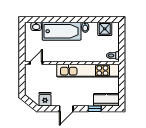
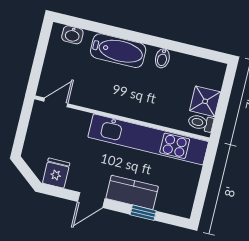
shower: (105, 29) -> (205, 101), moved
bathtub: (62, 31) -> (118, 51), width x0.73, depth x0.73
kitchen counter: (106, 100) -> (132, 192), moved

